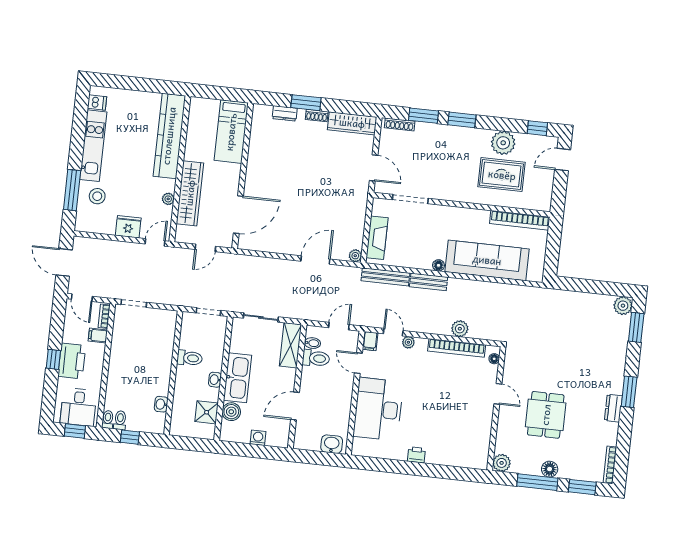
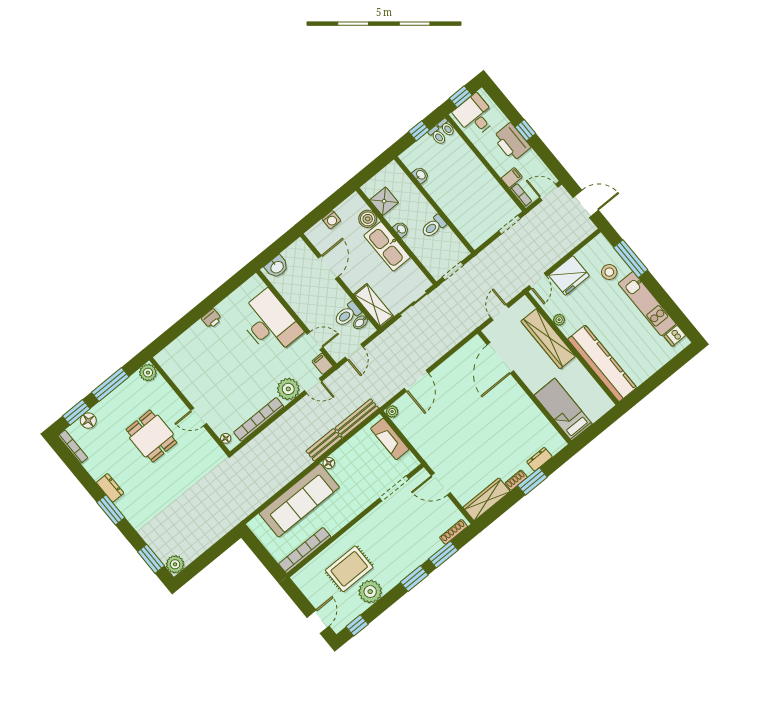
fridge: (128, 227) -> (569, 275), width x1.36, depth x1.34
plant: (460, 329) -> (270, 435), removed
plant: (408, 342) -> (288, 389), width x1.87, depth x1.87
floor lamp: (550, 469) -> (88, 421), moved

